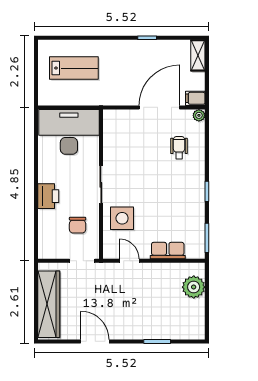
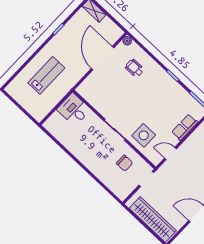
lab bench: (74, 68) -> (46, 75), moved
filing cabinet: (195, 98) -> (116, 34), removed
desk: (69, 132) -> (74, 110), width x0.53, depth x0.77
printer: (48, 196) -> (94, 164), removed

